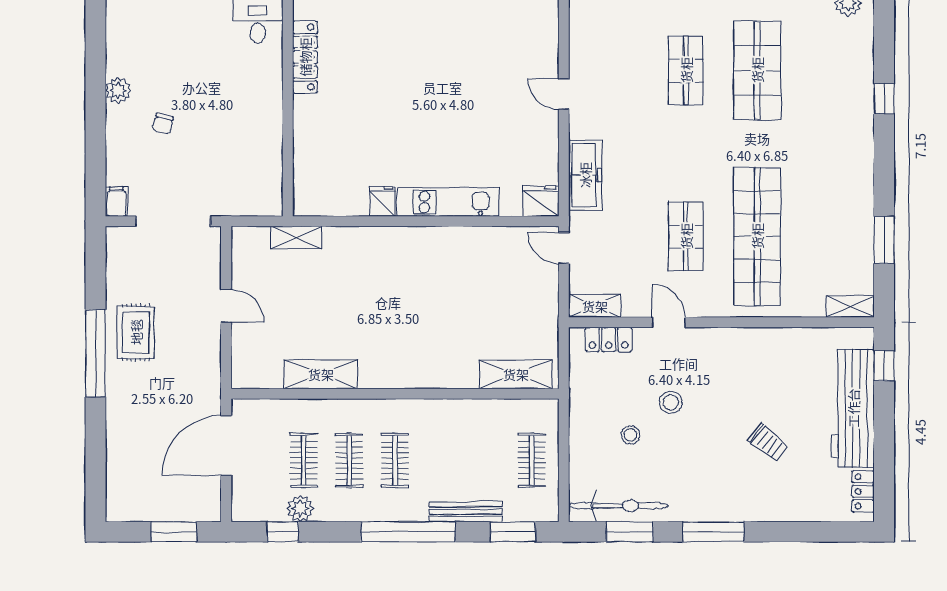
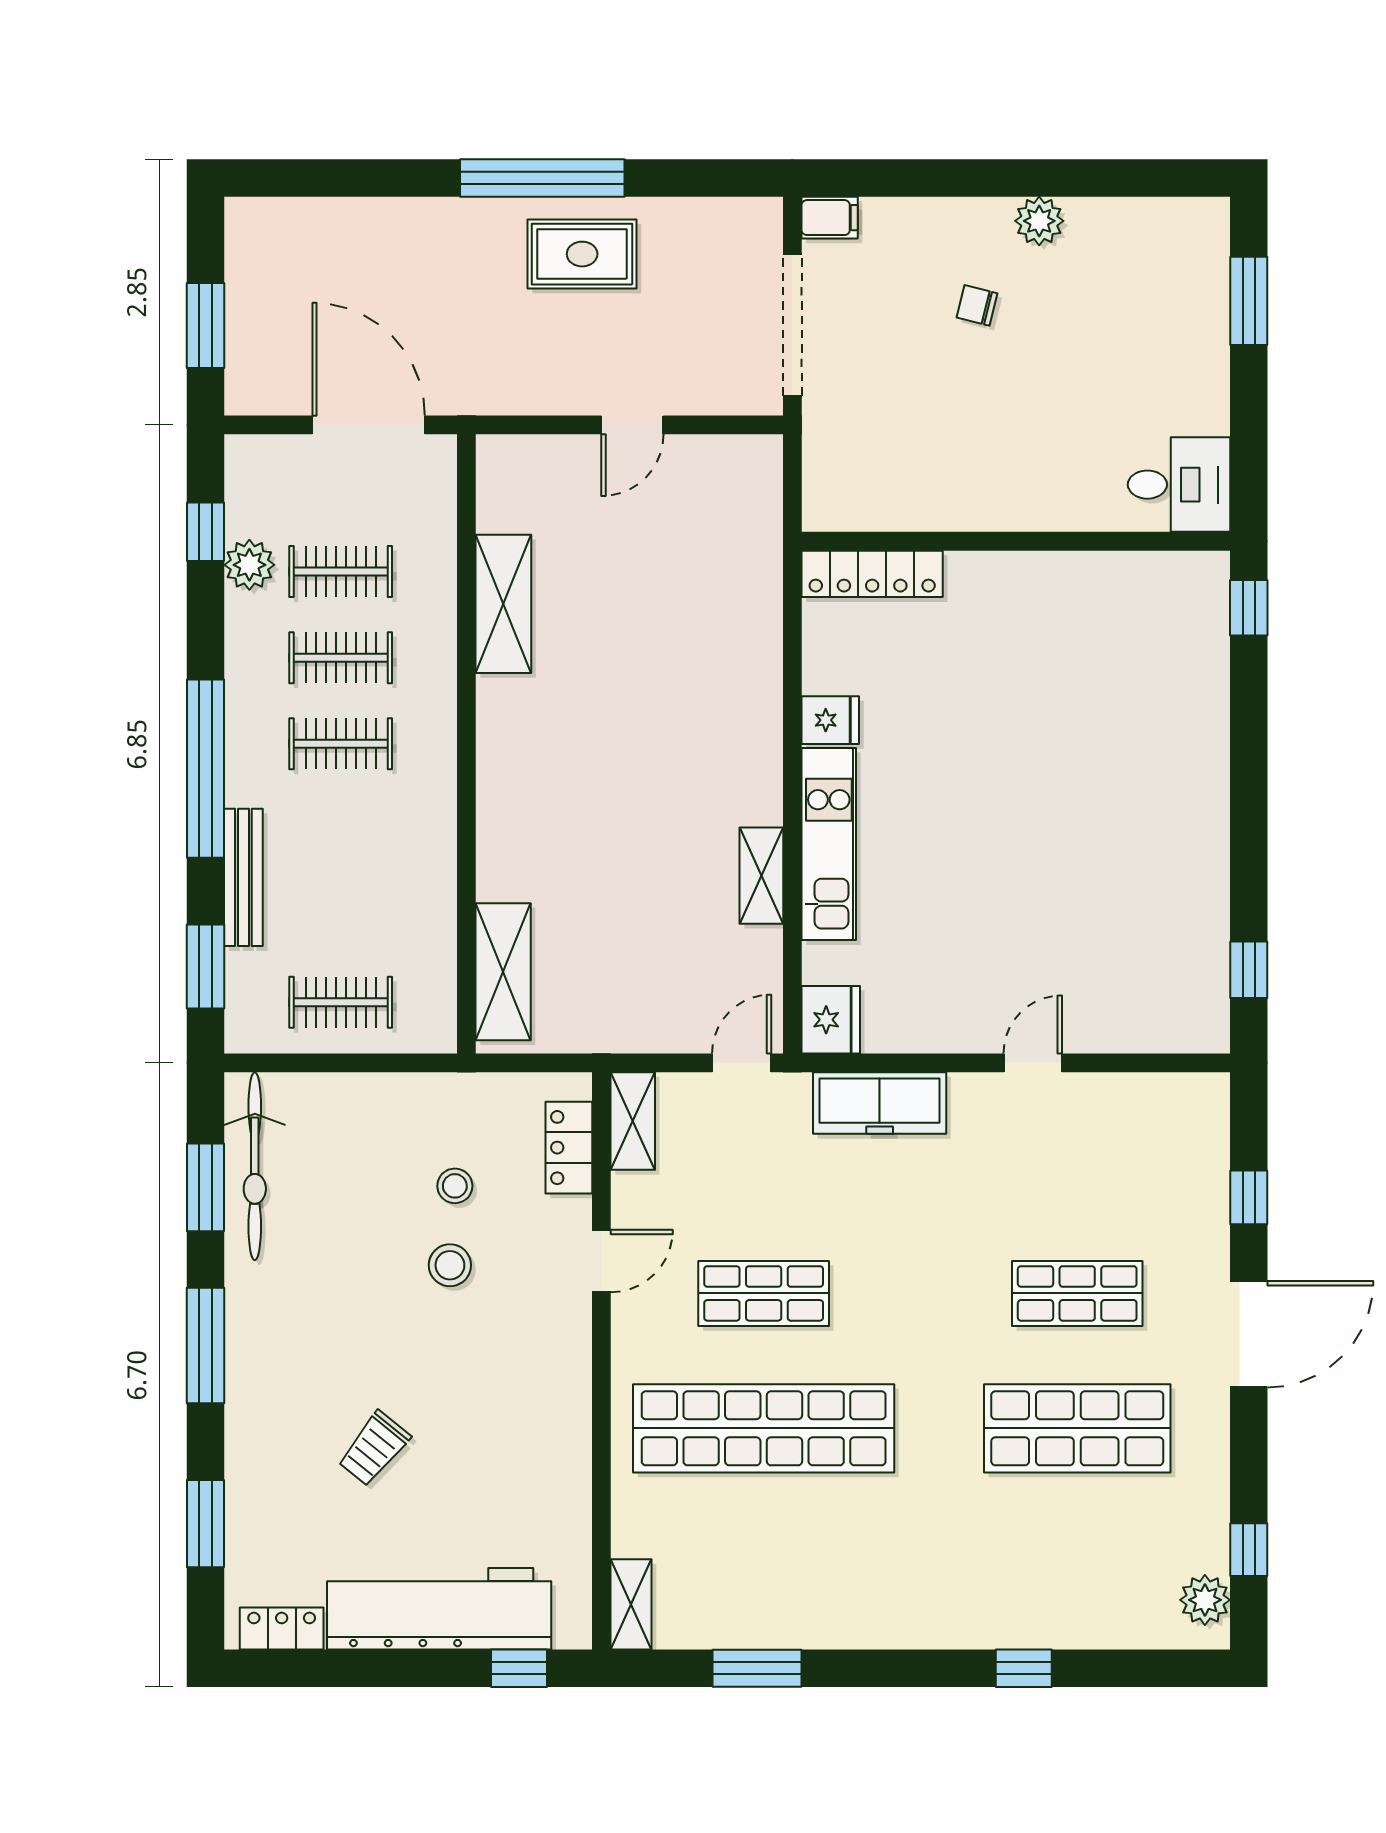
locker: (305, 57) -> (872, 574), moved
shelving: (296, 238) -> (761, 876), moved
stool: (630, 435) -> (455, 1186), moved
window: (808, 532) -> (206, 1524), added

